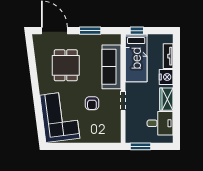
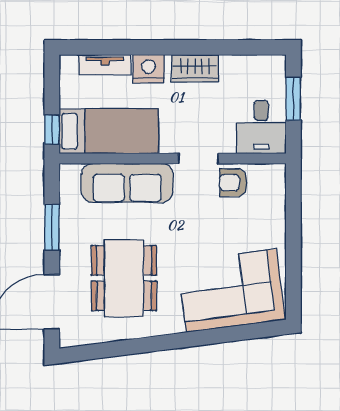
dining table: (66, 65) -> (124, 278), width x1.38
armchair: (92, 103) -> (233, 183), moved, turned 180
desk: (160, 123) -> (261, 127), moved, turned 180
window: (140, 146) -> (293, 99), moved

